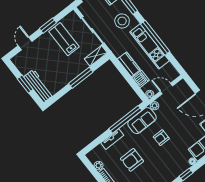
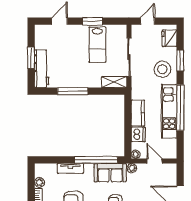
lab bench: (64, 39) -> (97, 45), turned 180
window: (81, 78) -> (73, 91), moved

